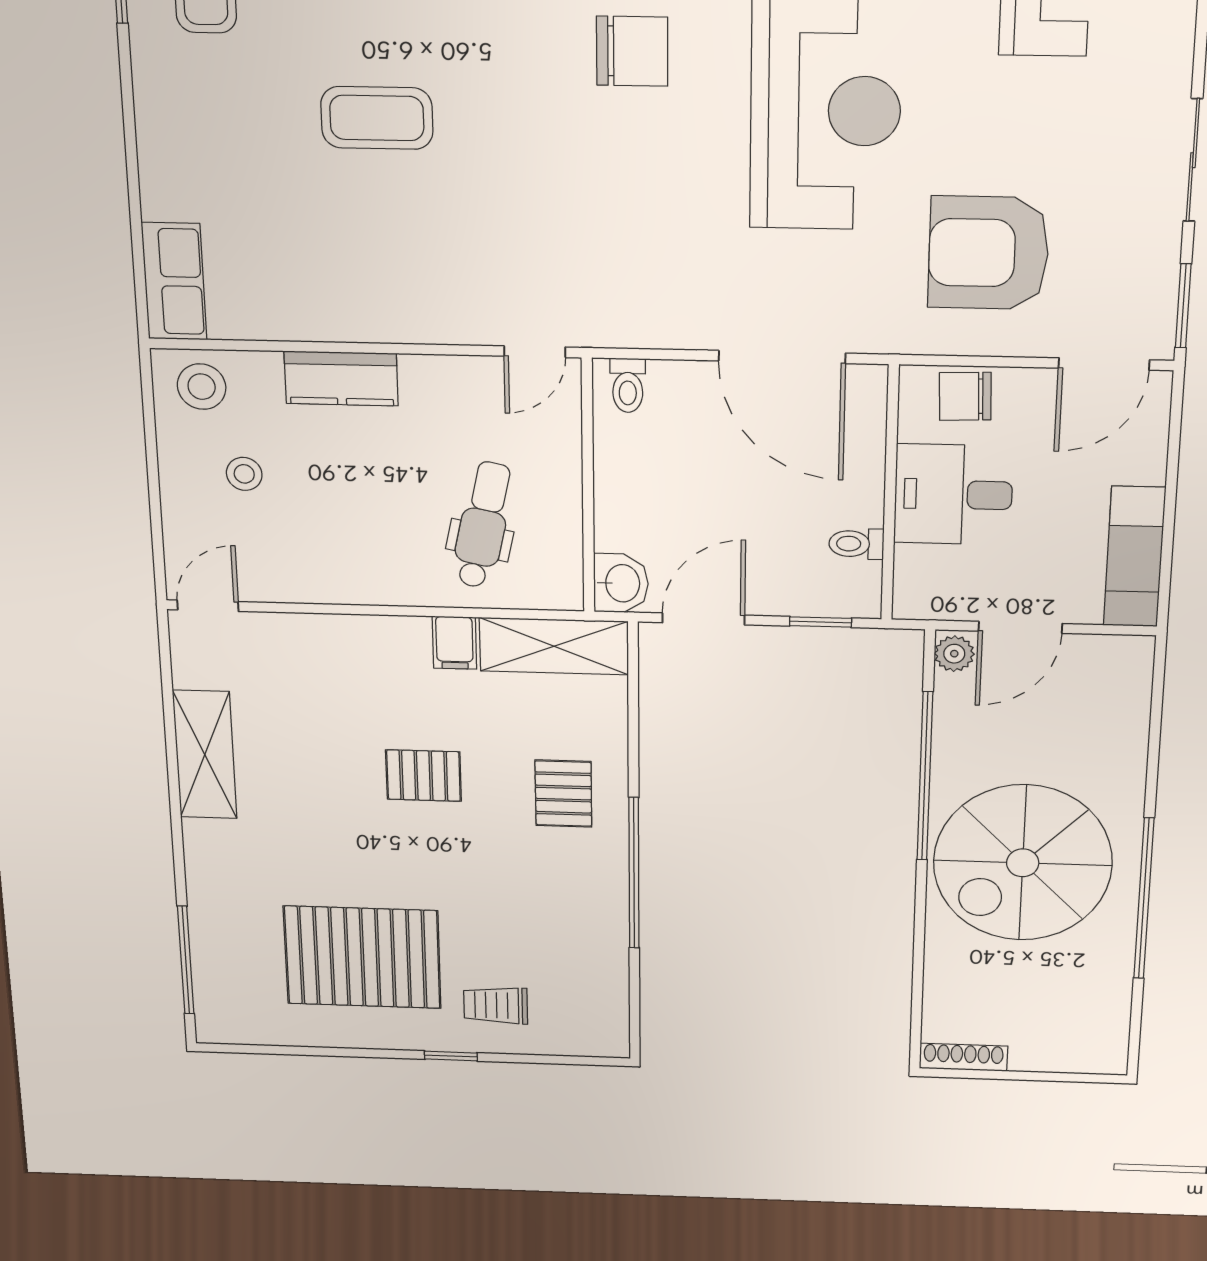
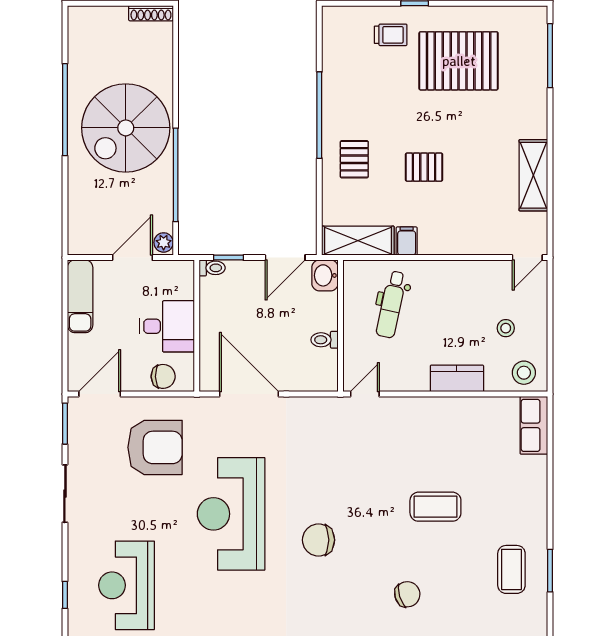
toilet: (628, 385) -> (324, 340), moved, turned -90
toilet: (856, 544) -> (212, 268), moved
spiral stairs: (1023, 863) -> (126, 128), turned 180

